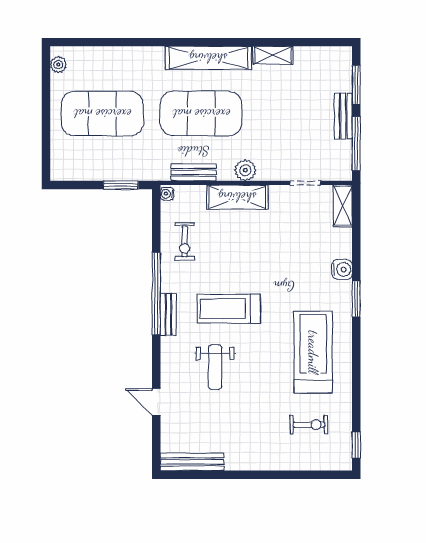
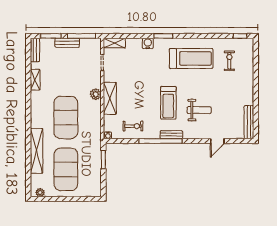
shelving: (208, 58) -> (37, 151), moved
bench: (194, 172) -> (35, 50), moved
treadmill: (313, 352) -> (191, 58), turned 180

